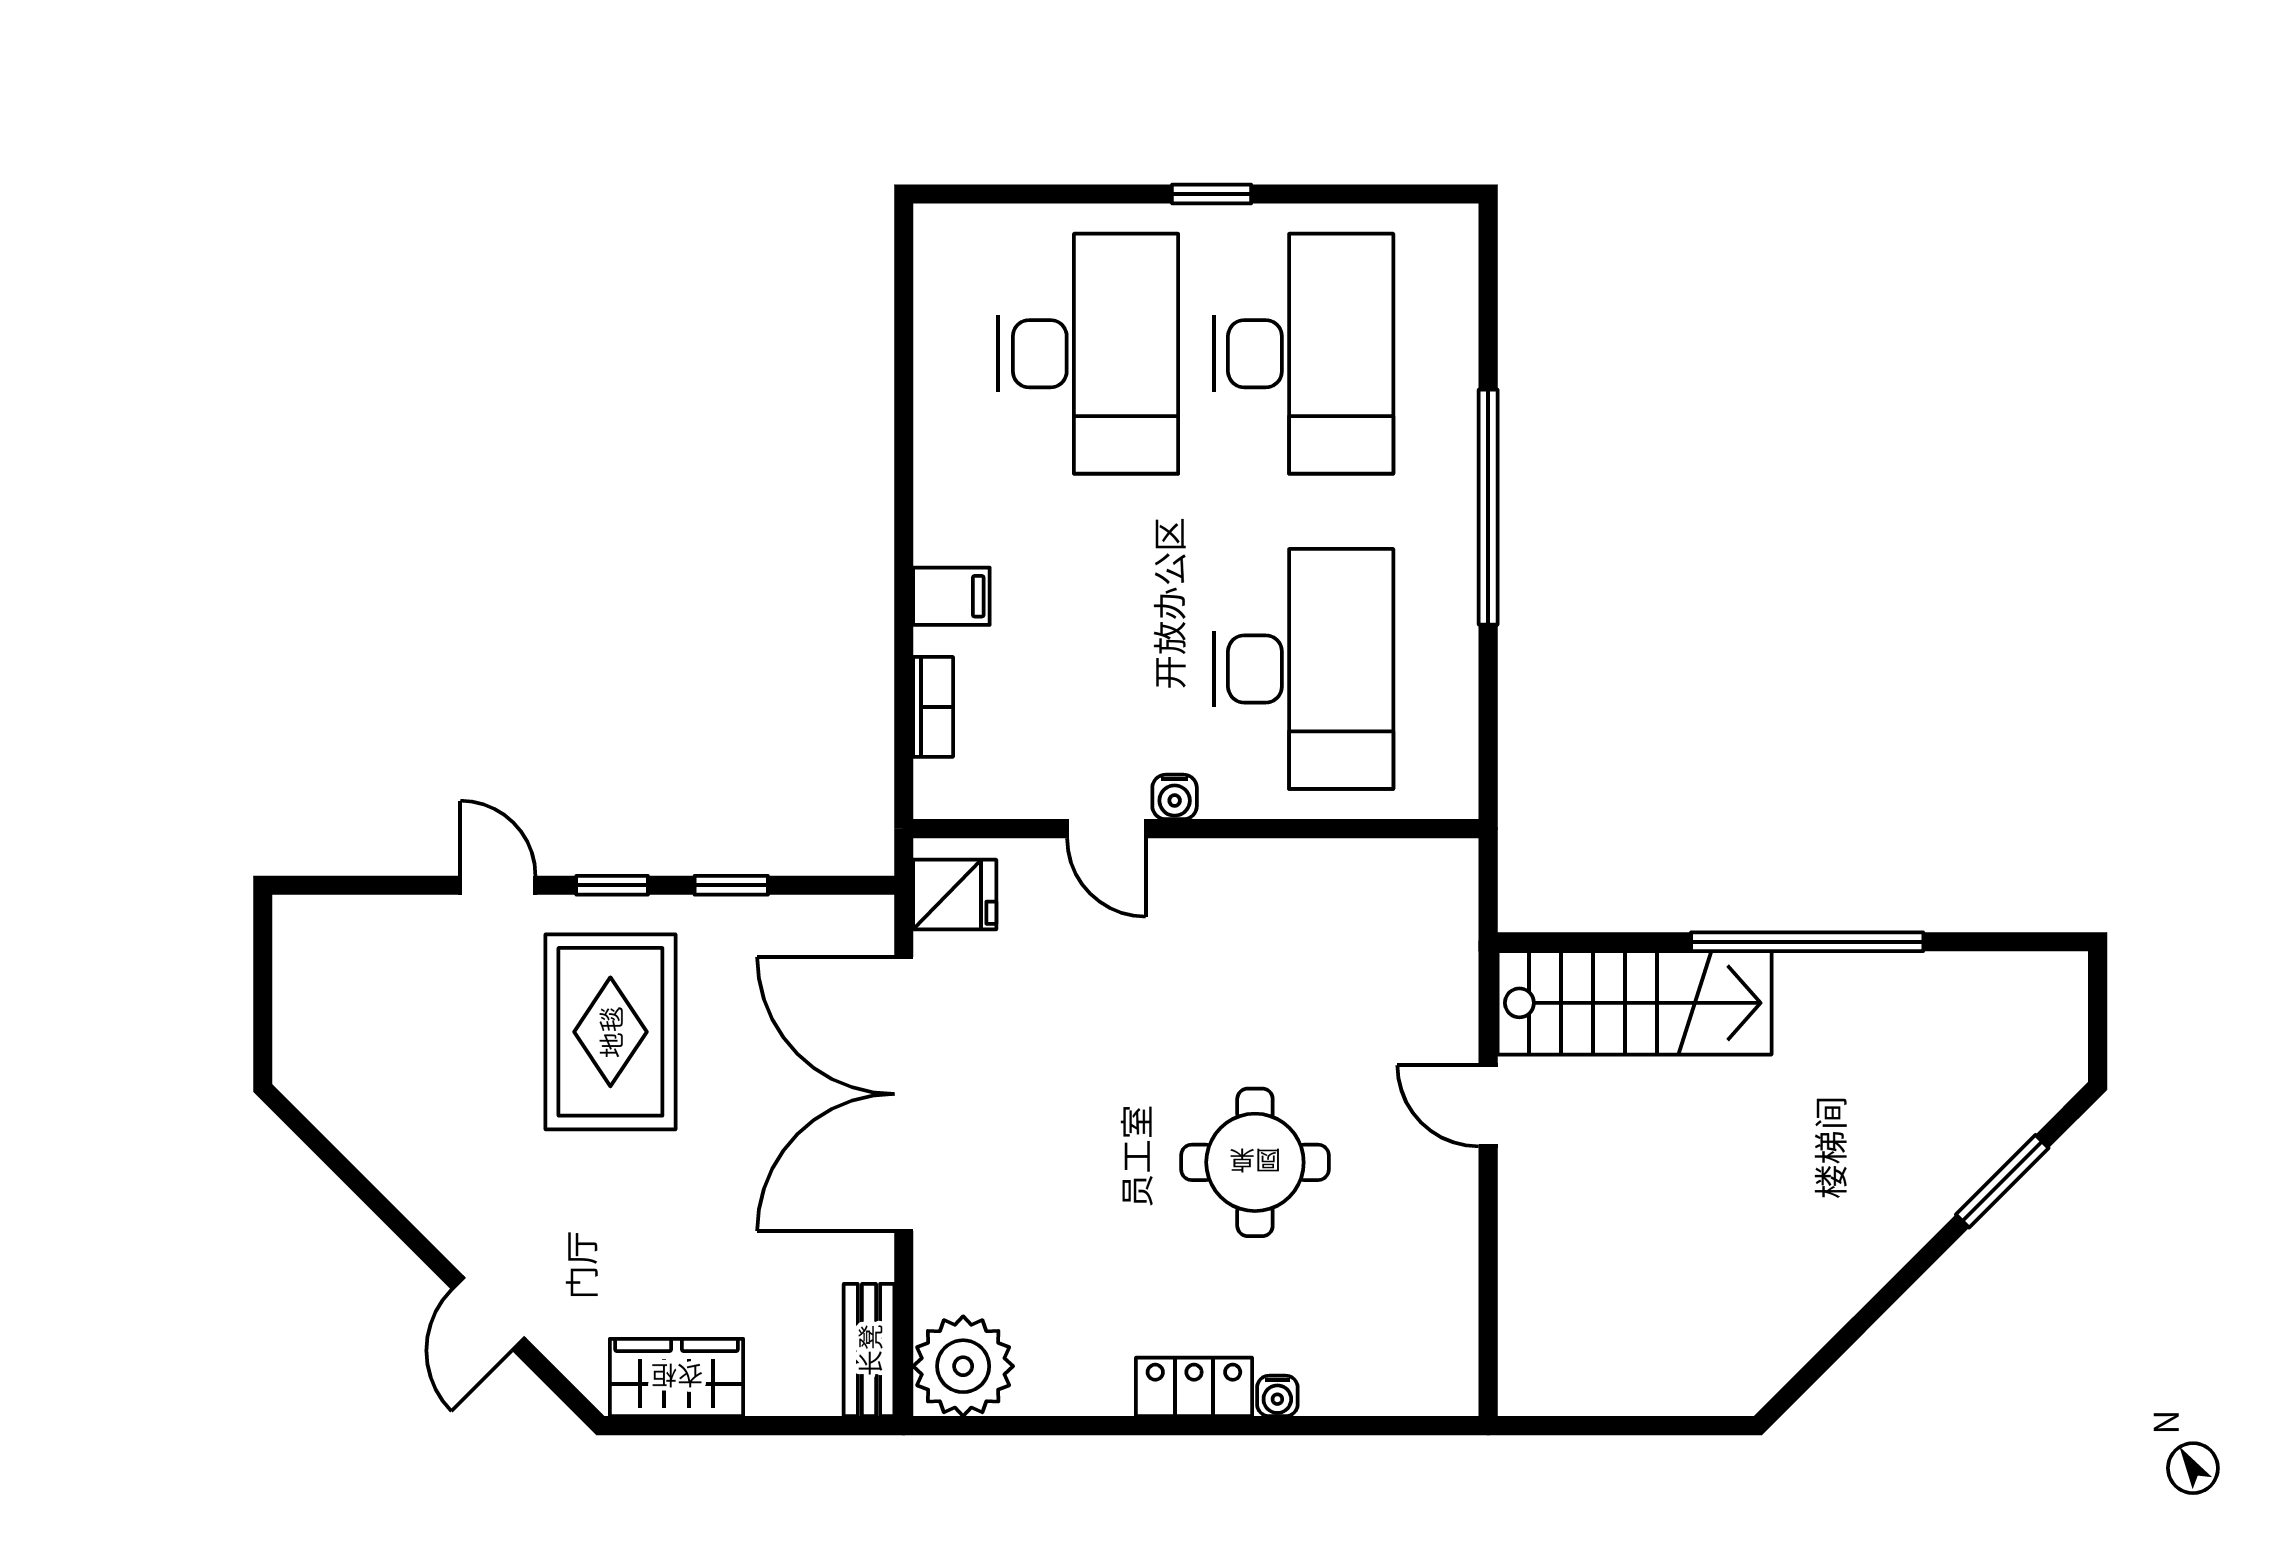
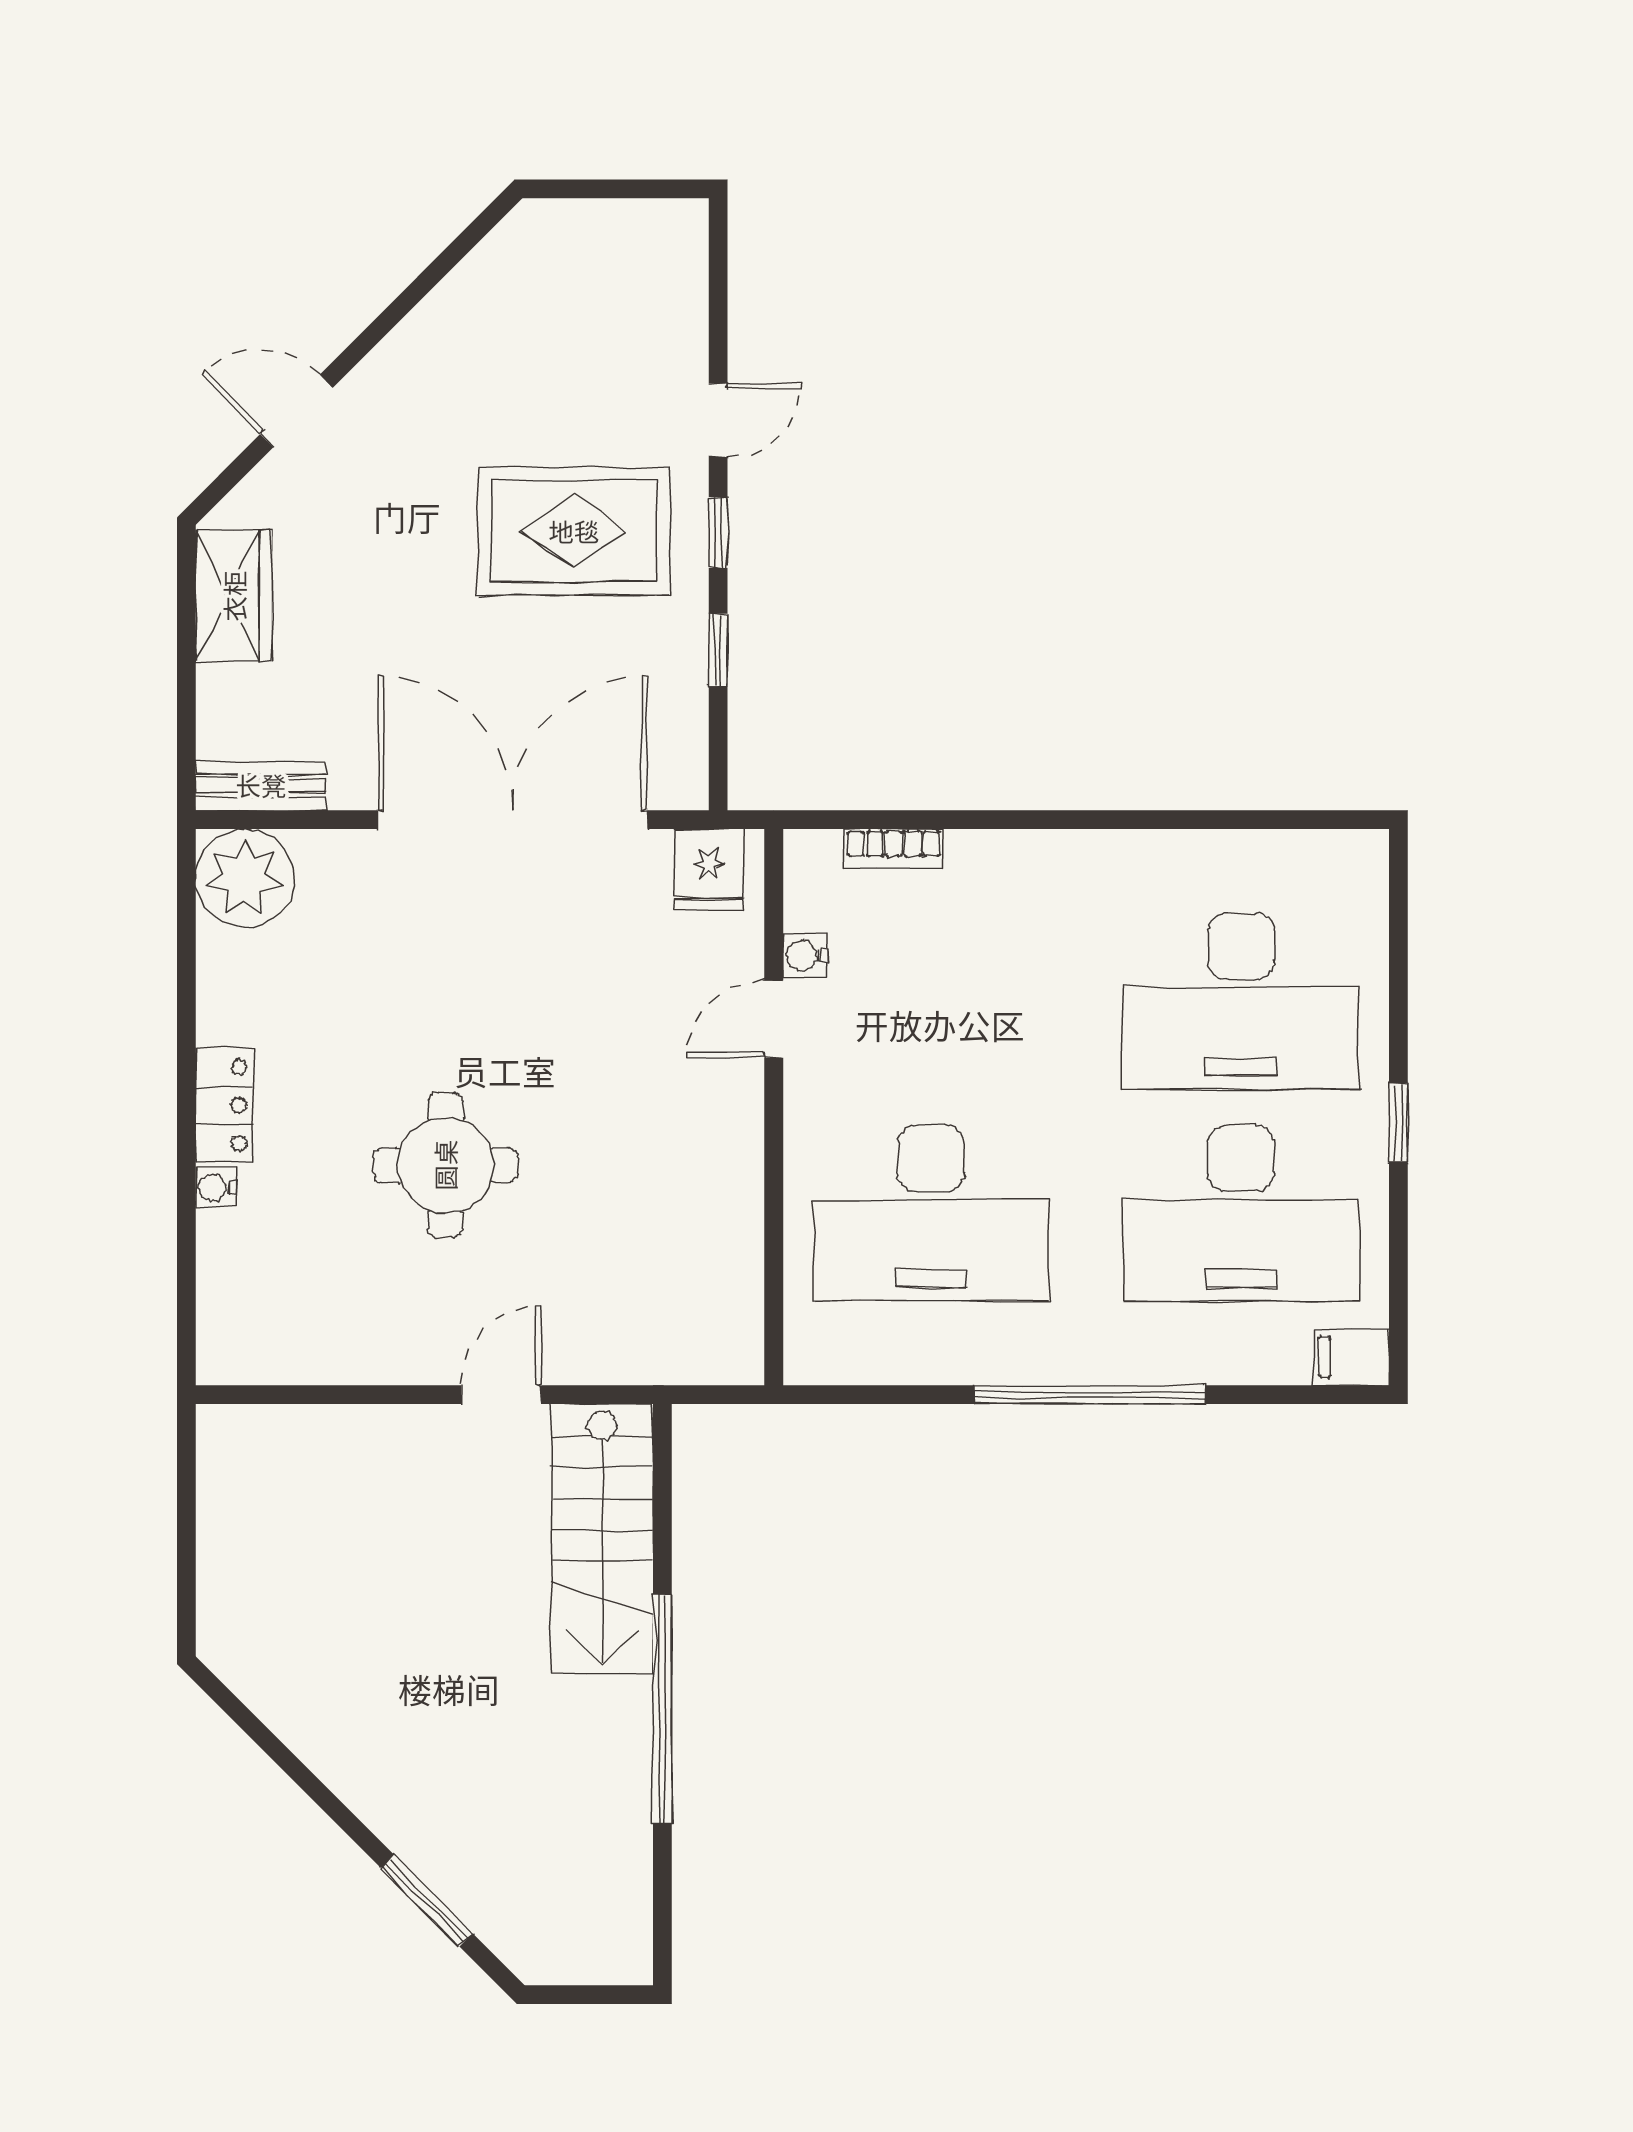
filing cabinet: (951, 596) -> (1351, 1357), moved, turned 90
water cooler: (1175, 797) -> (805, 956), moved

